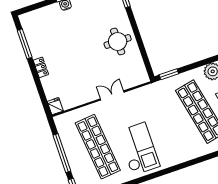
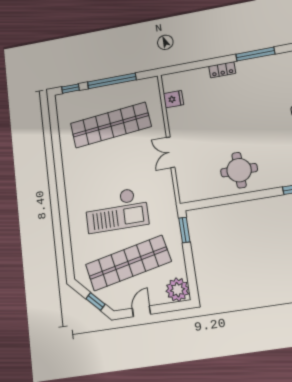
double door: (112, 95) -> (171, 152), swing flipped
fridge: (55, 106) -> (173, 99), moved
checkout: (139, 149) -> (116, 210), moved

